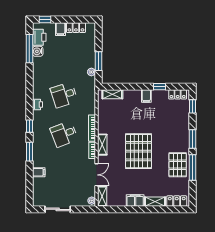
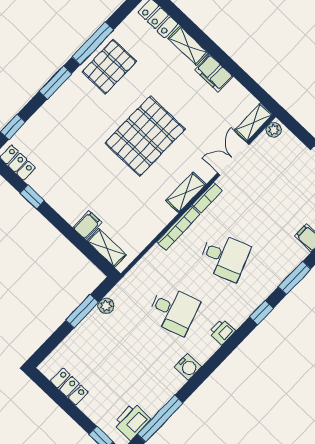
filing cabinet: (60, 29) -> (92, 405), removed
water cooler: (38, 51) -> (188, 367), moved
filing cabinet: (146, 96) -> (87, 225), moved

